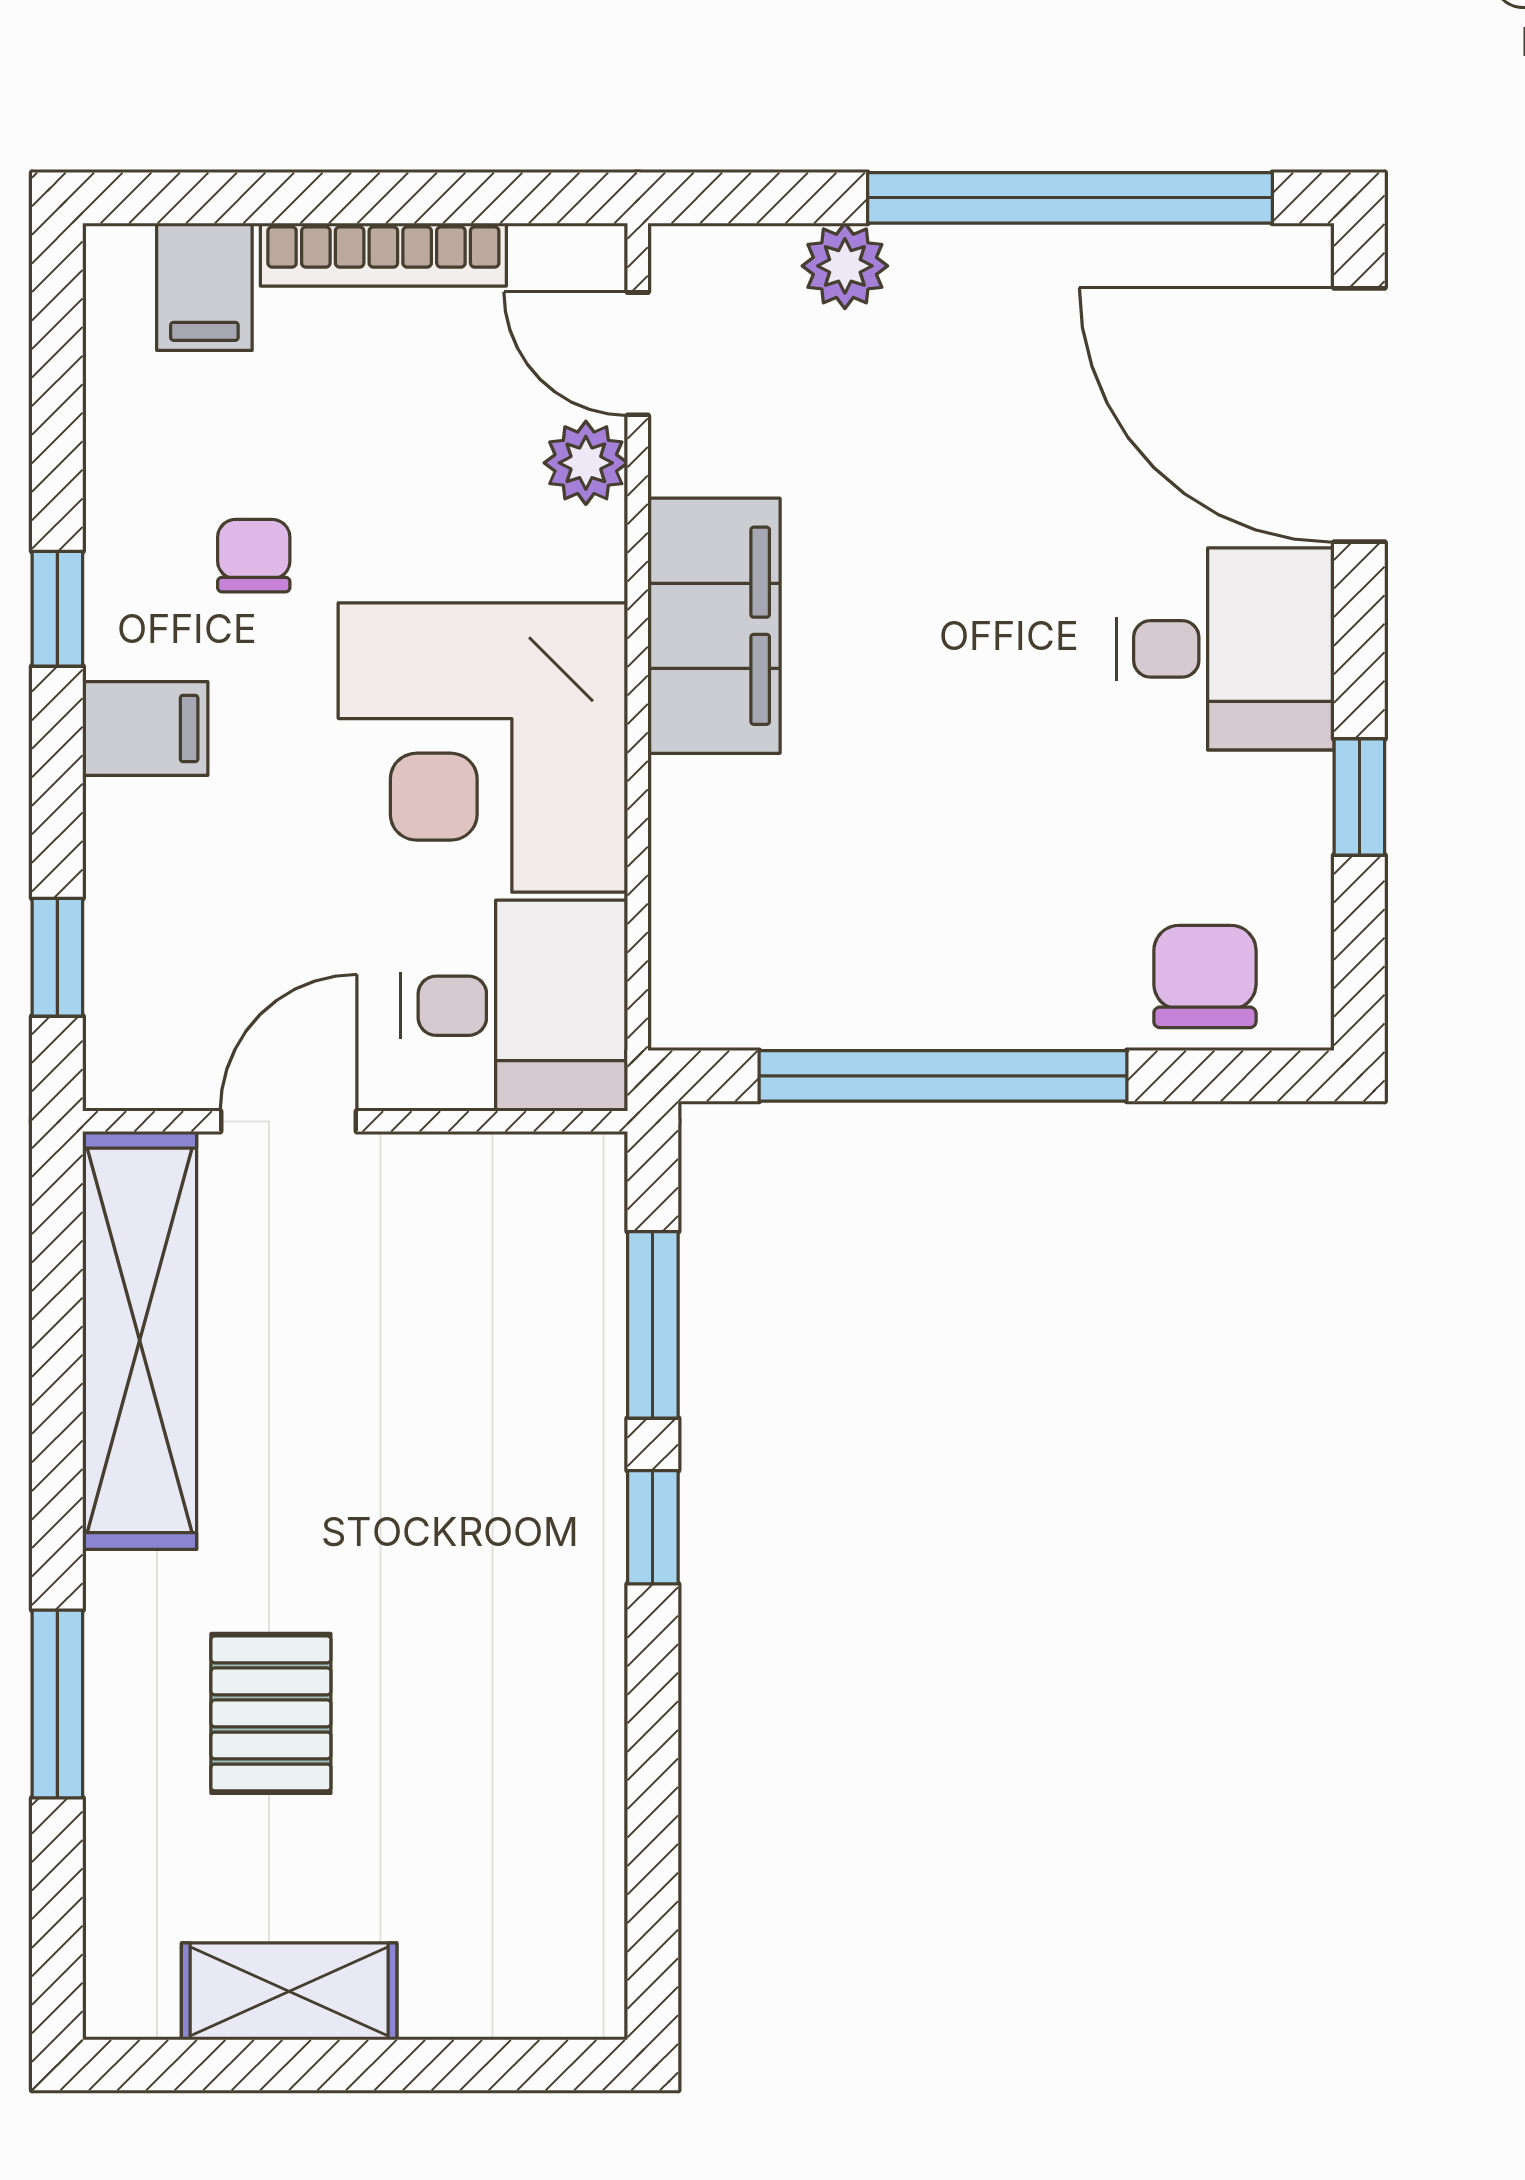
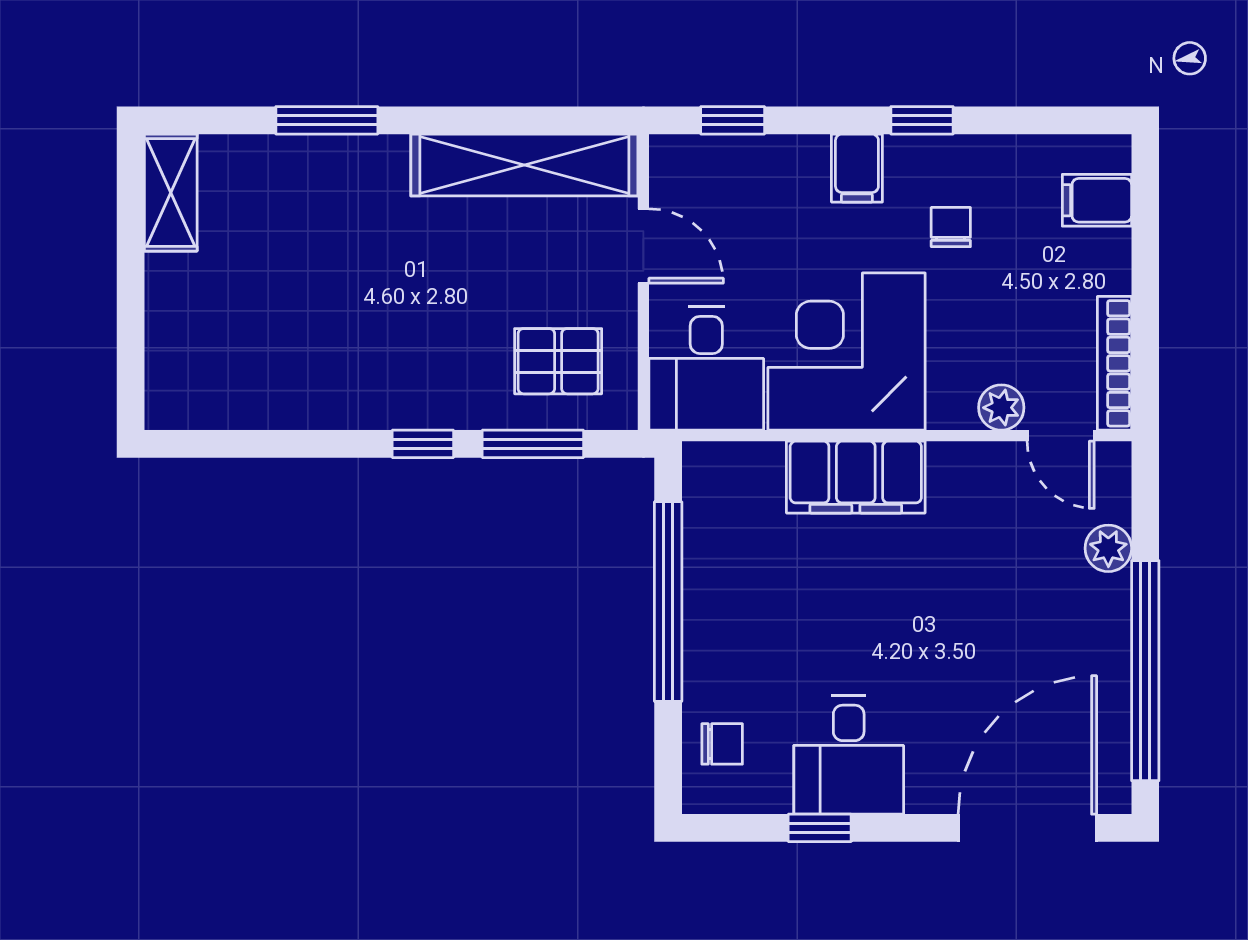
bookcase: (383, 255) -> (1114, 363), moved
door: (638, 354) -> (1061, 436), swing flipped
chair: (254, 556) -> (951, 227), turned -90
filing cabinet: (714, 626) -> (856, 477), moved
desk: (1225, 649) -> (849, 755), moved
chair: (1205, 976) -> (722, 744), width x0.73, depth x0.73
pallet: (271, 1713) -> (558, 361), moved
shelving: (289, 1991) -> (171, 193), moved

